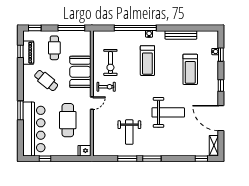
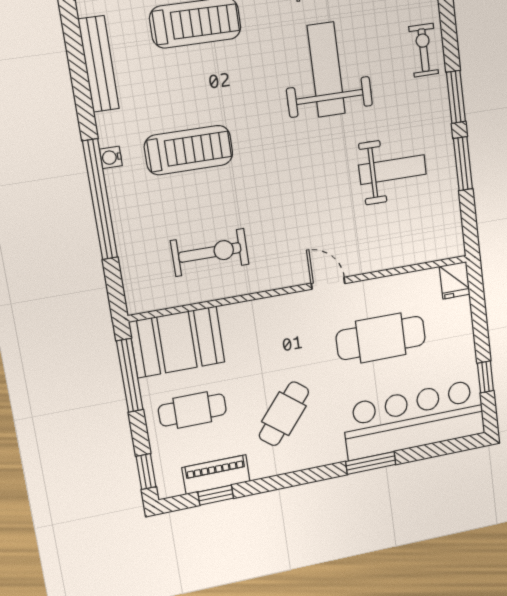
booth: (80, 72) -> (177, 342), moved
exercise bike: (106, 87) -> (424, 50), moved

